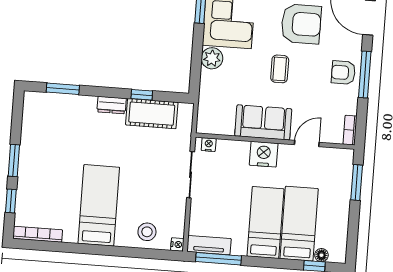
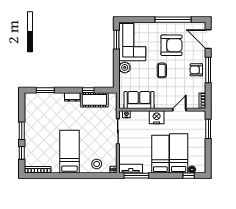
sofa: (263, 122) -> (139, 100), moved

